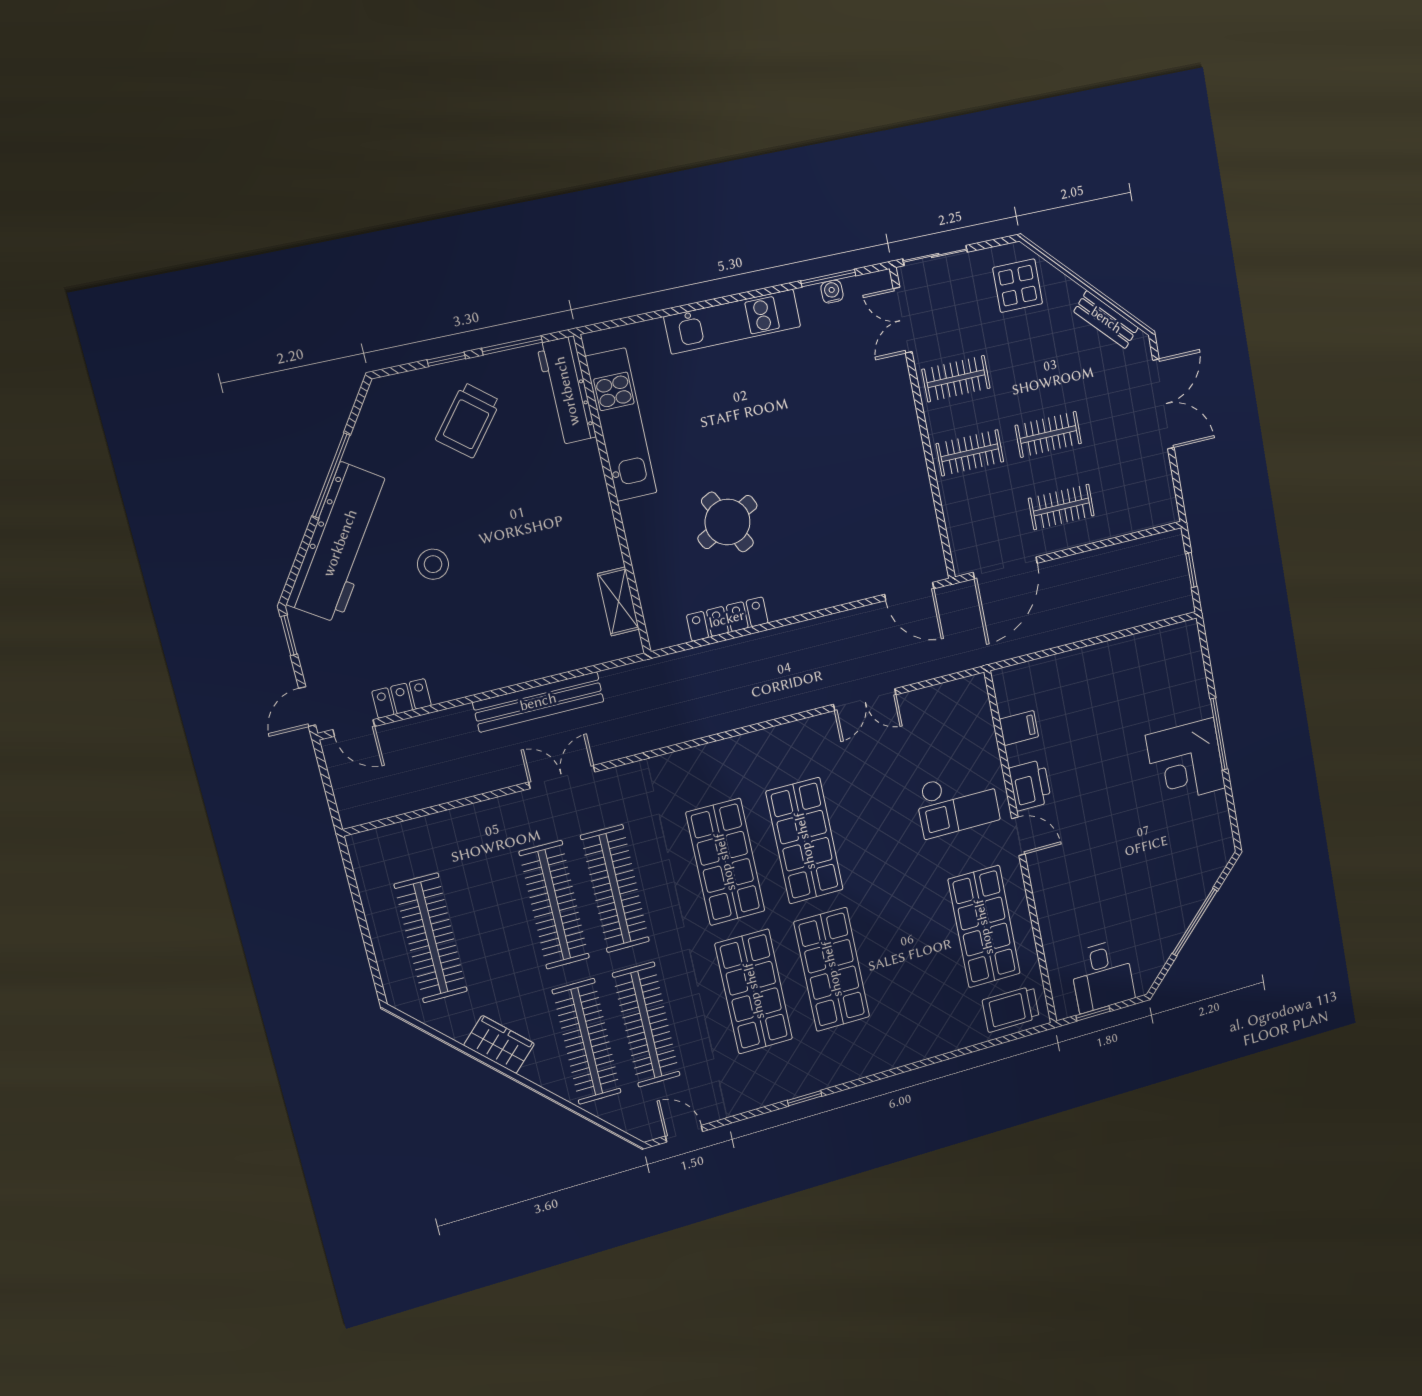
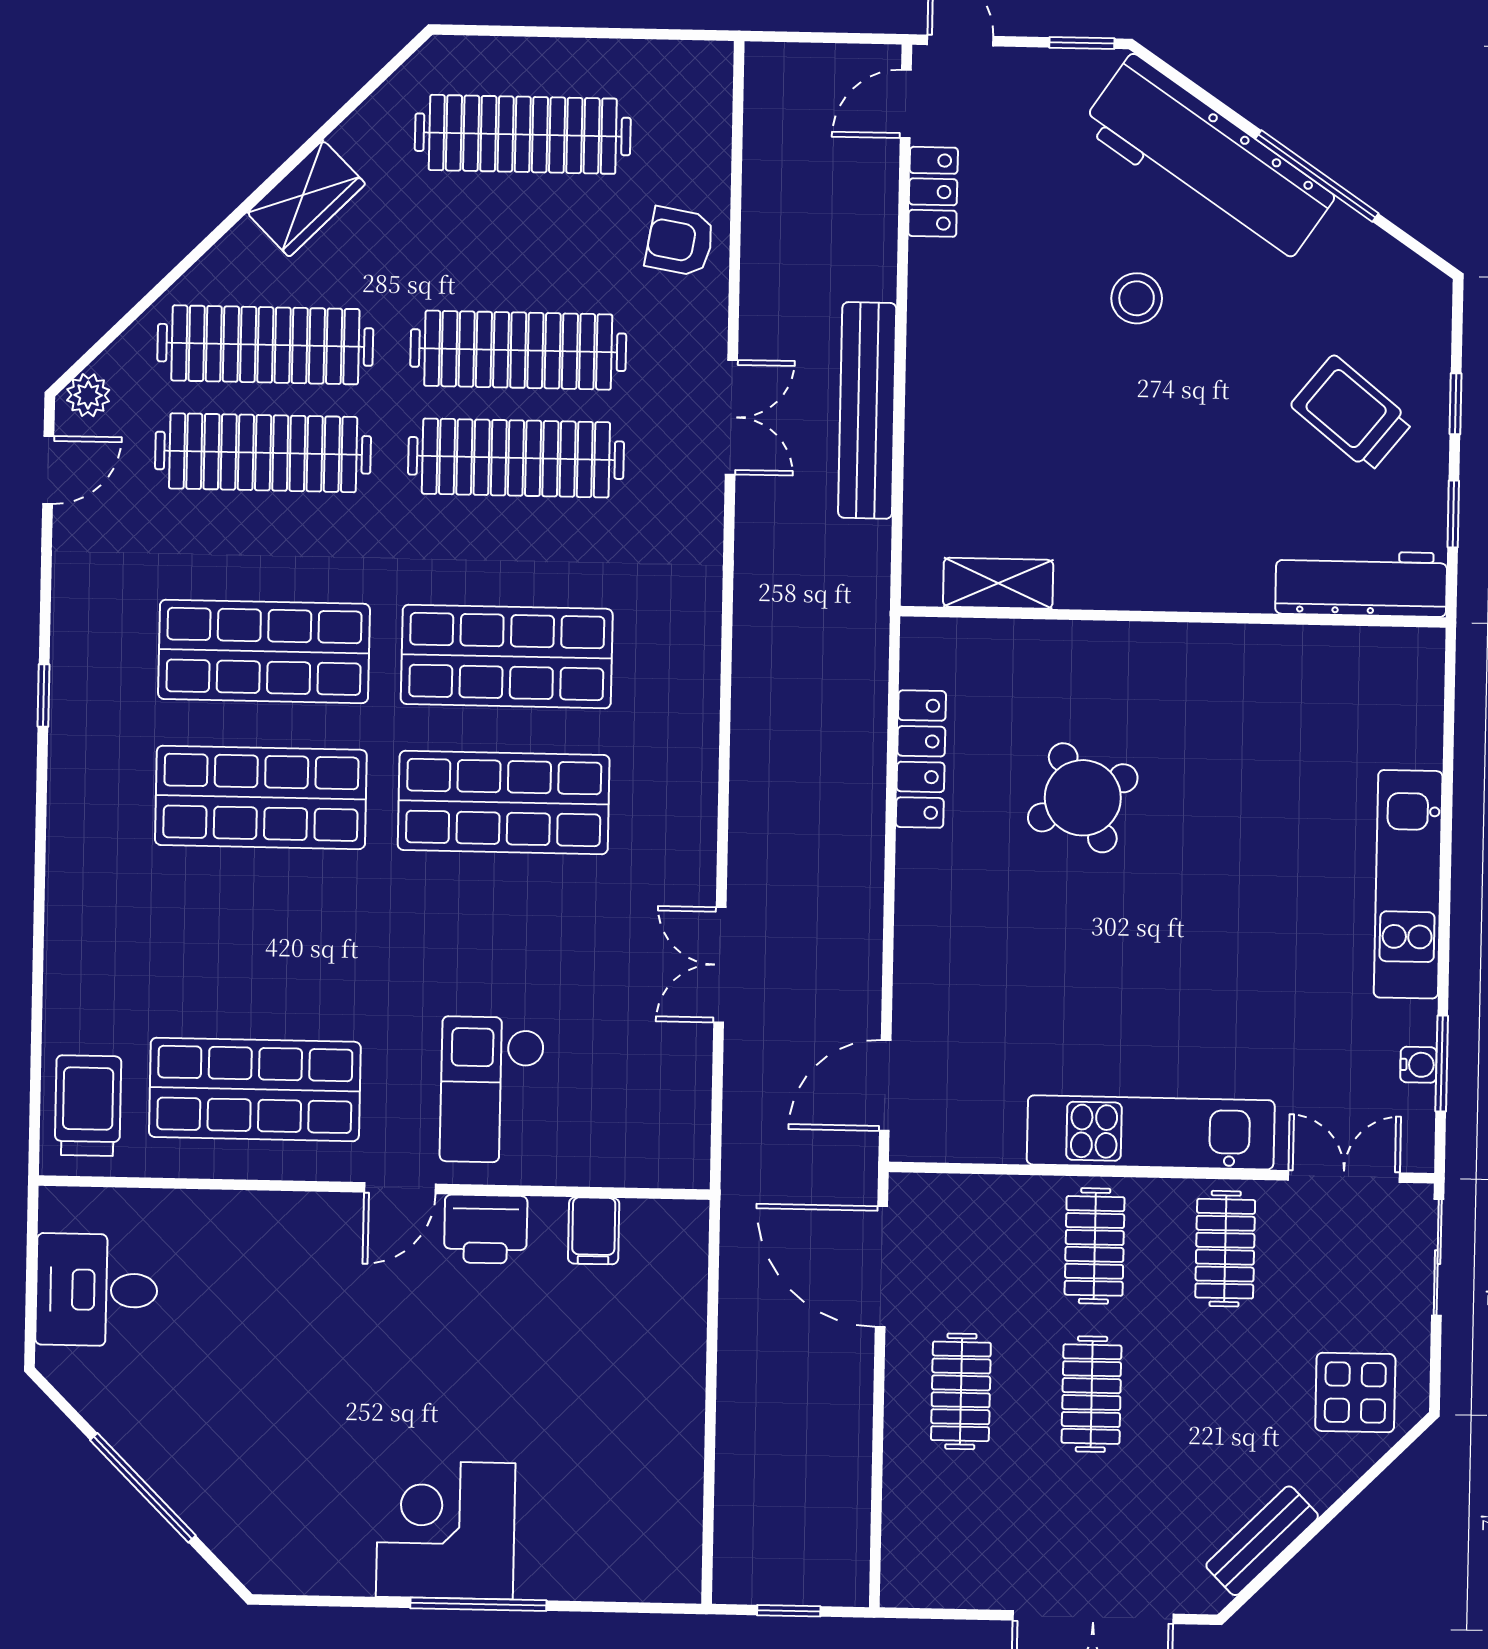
window: (512, 345) -> (1453, 514), width x0.67
kitchen unit: (621, 425) -> (1151, 1132), moved, turned 180
armchair: (469, 834) -> (680, 242), added
window: (1093, 1013) -> (32, 1258), removed
plant: (638, 1126) -> (88, 395), added

